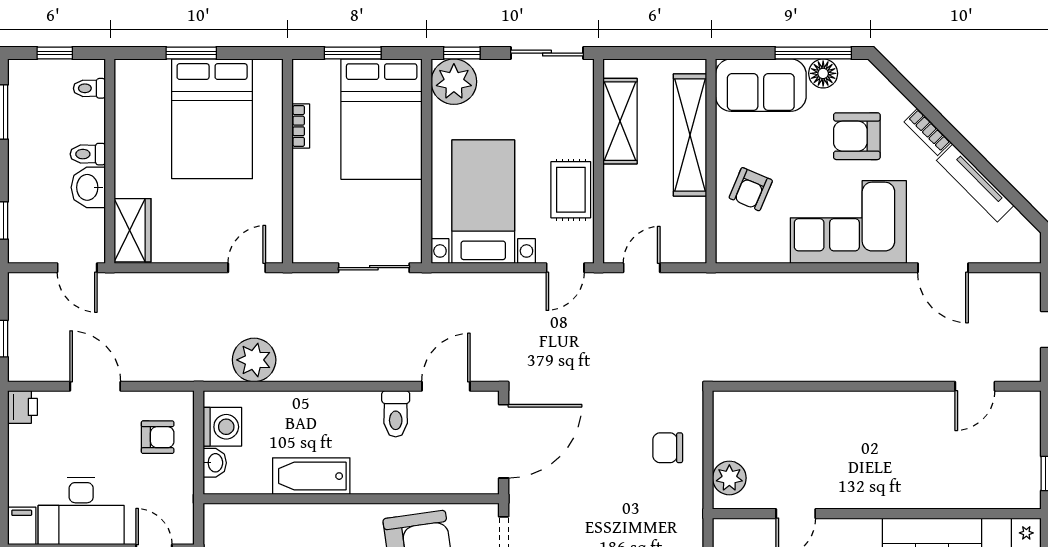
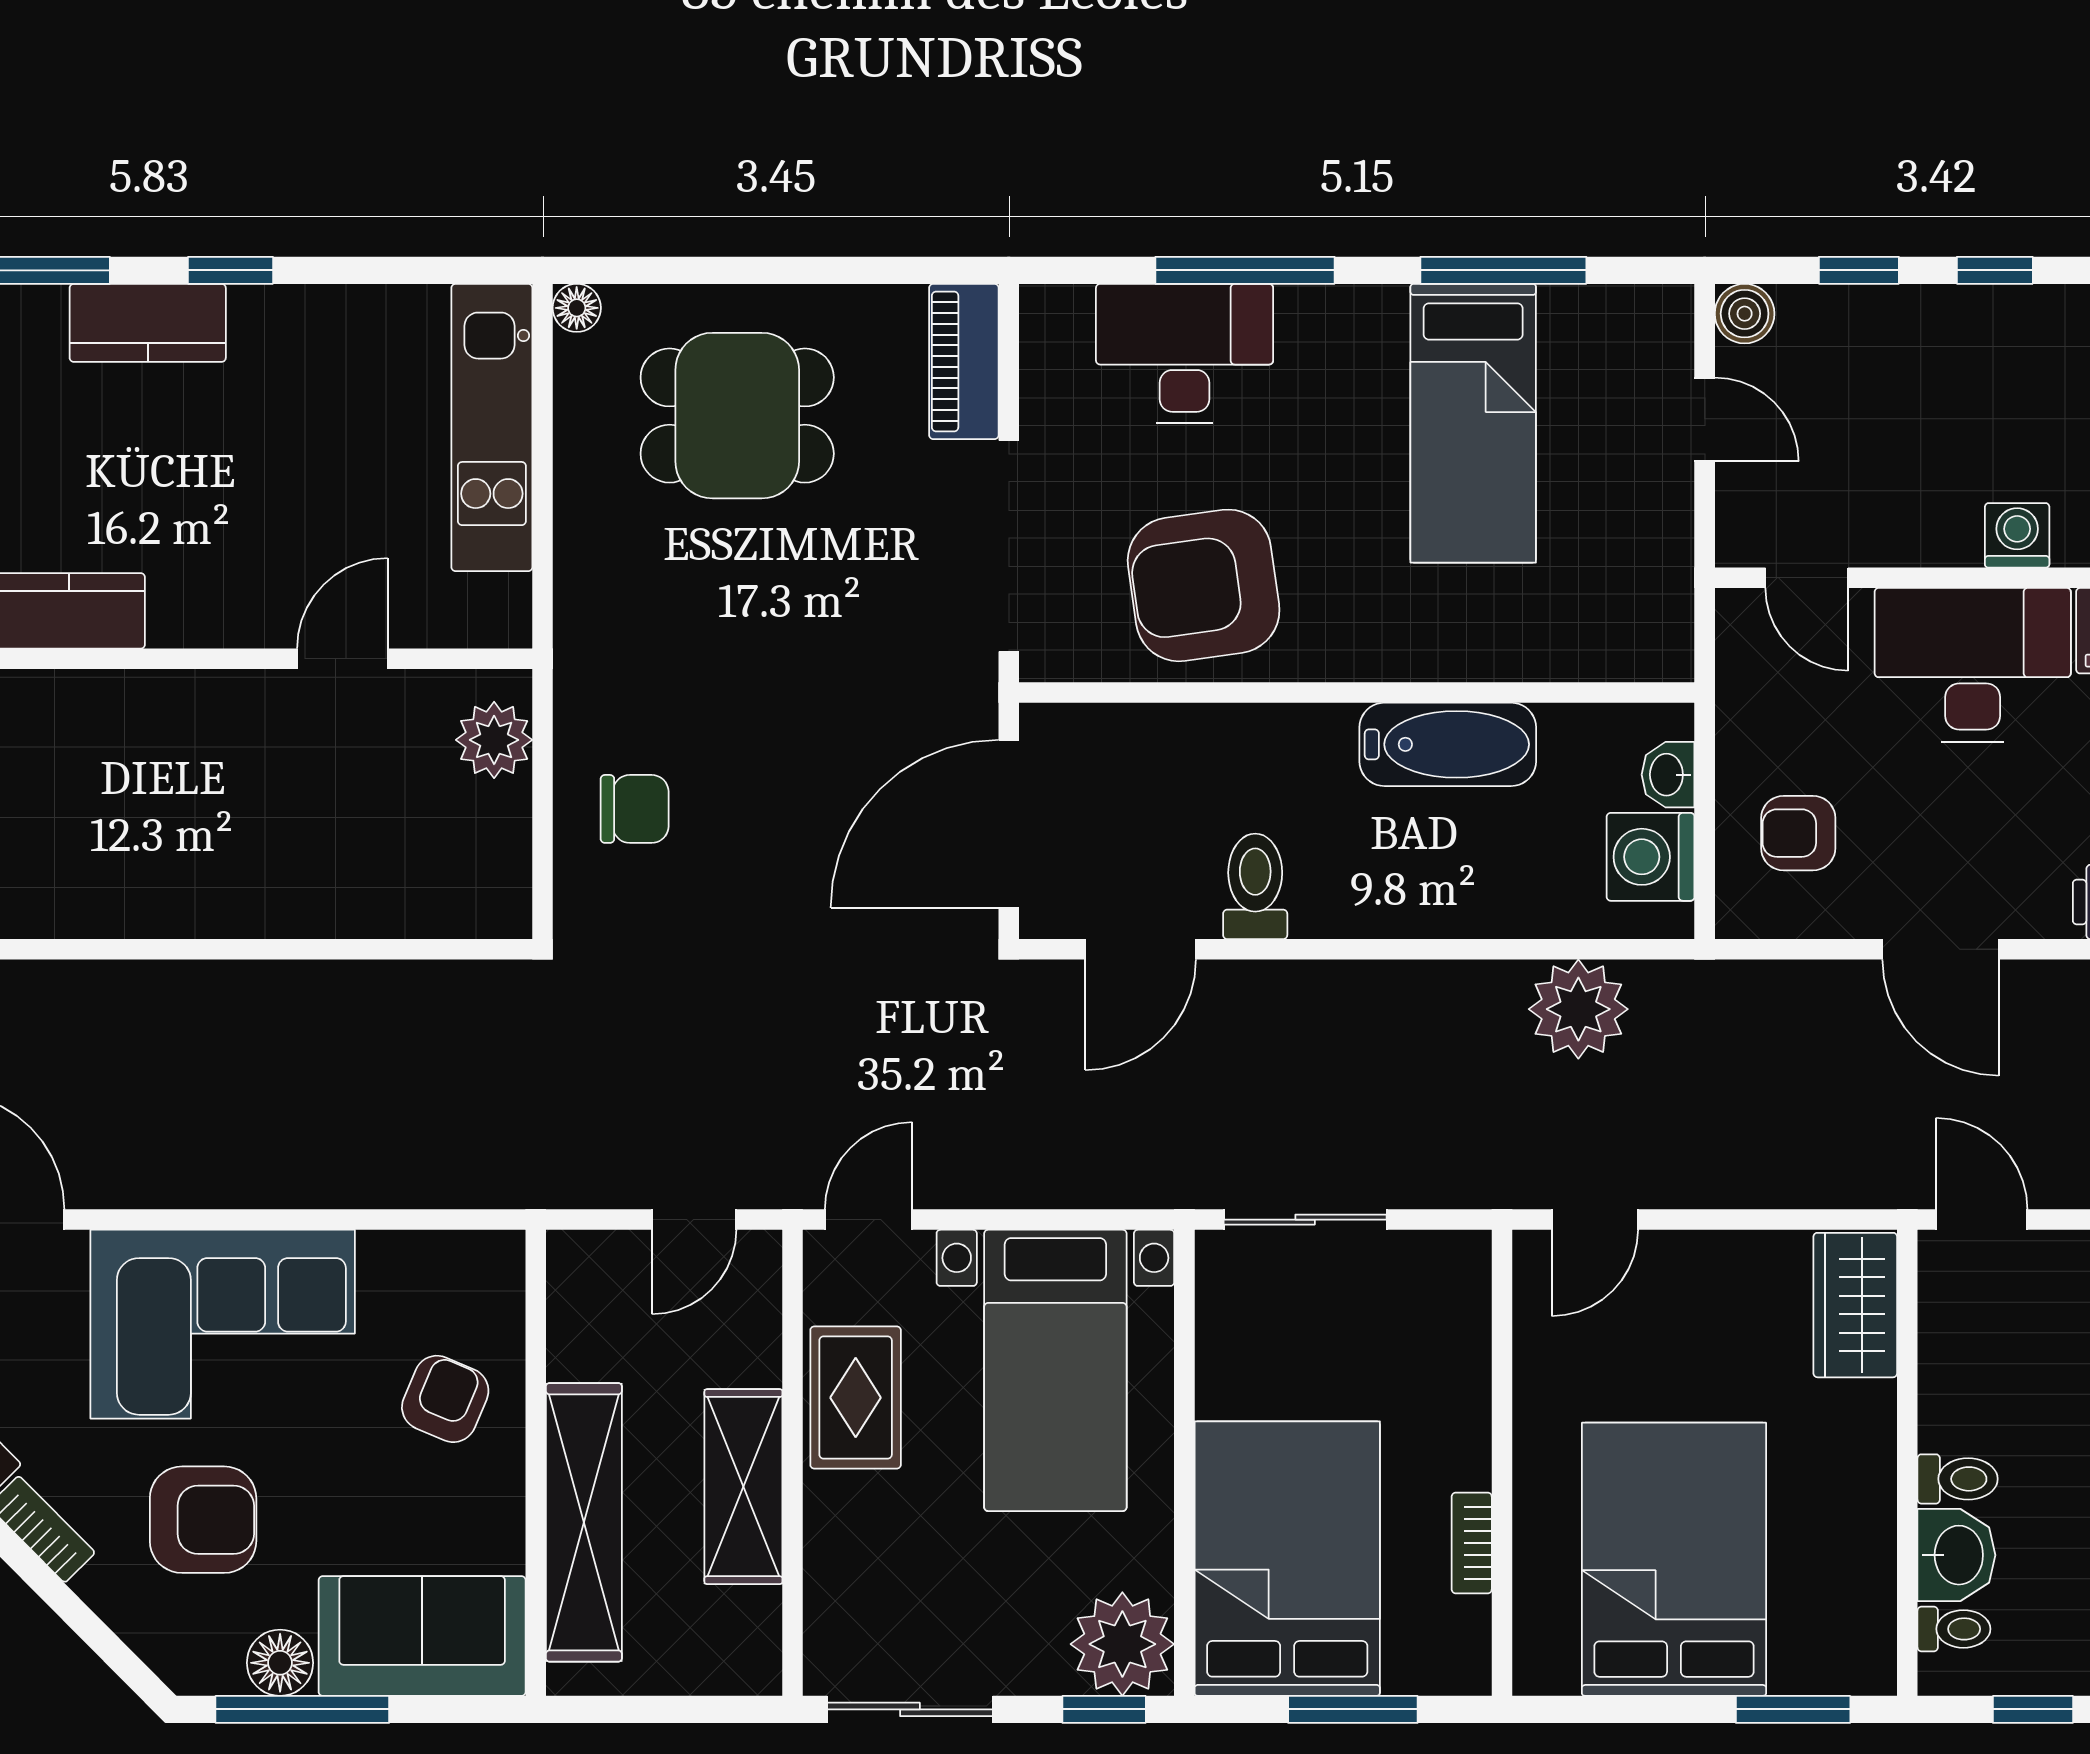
window: (191, 53) -> (1793, 1709), moved
shelving: (620, 121) -> (743, 1487), moved
washbasin: (88, 187) -> (1956, 1555), moved

